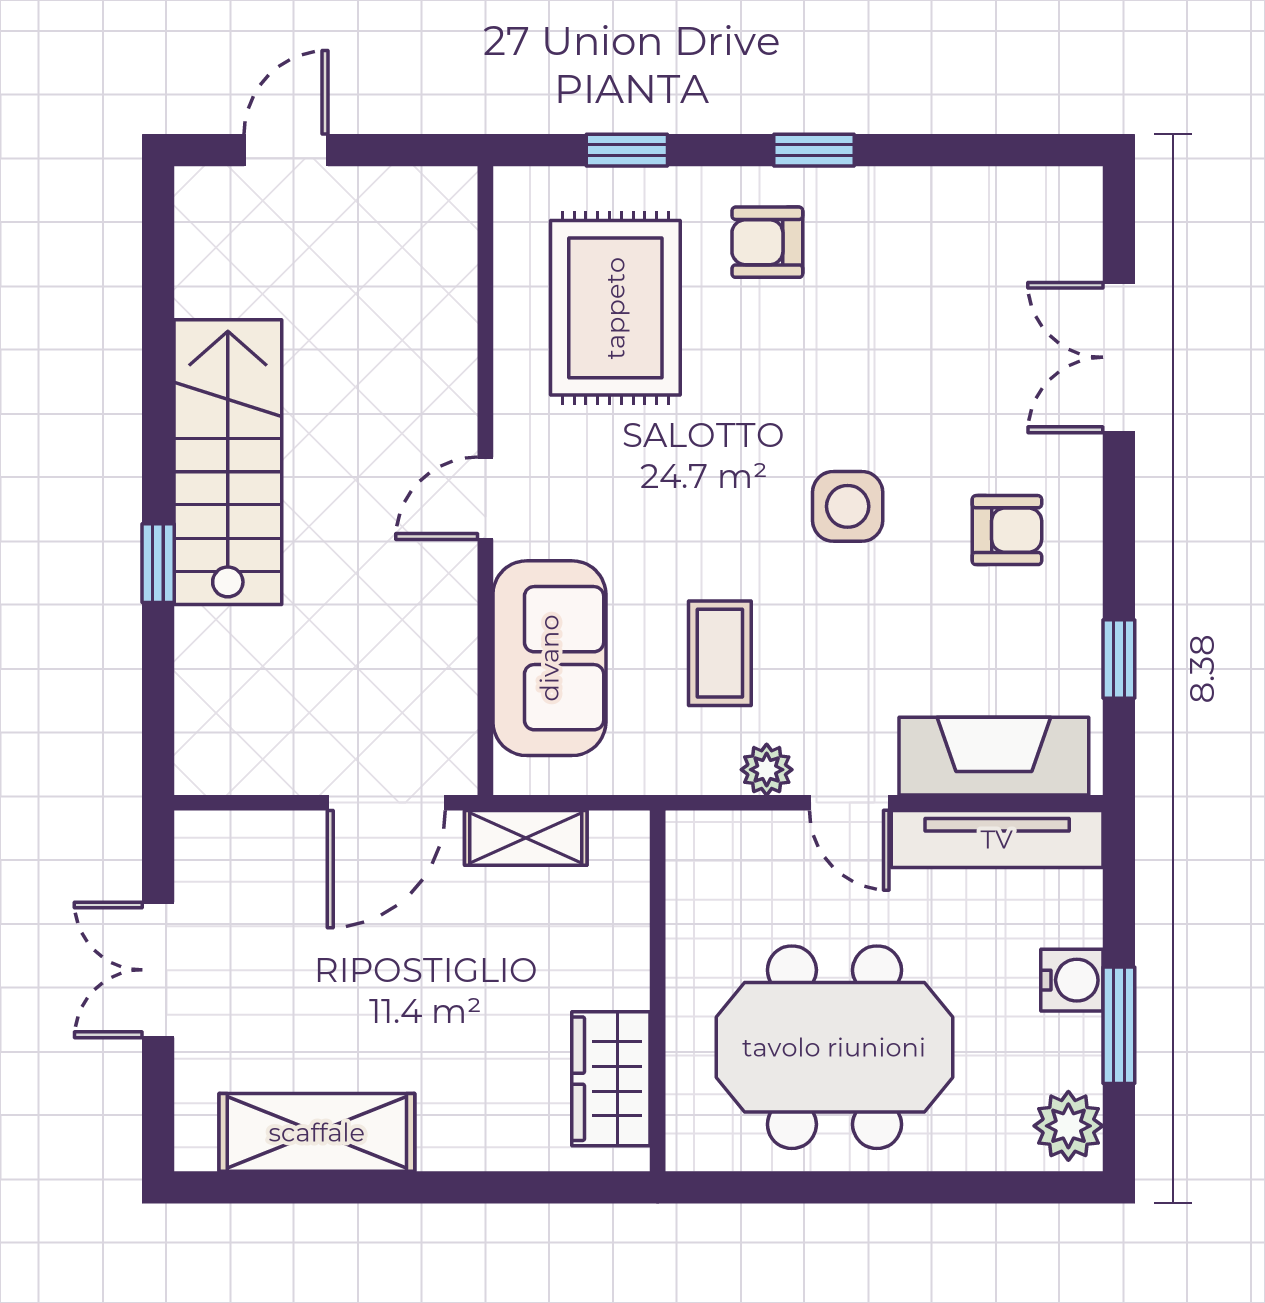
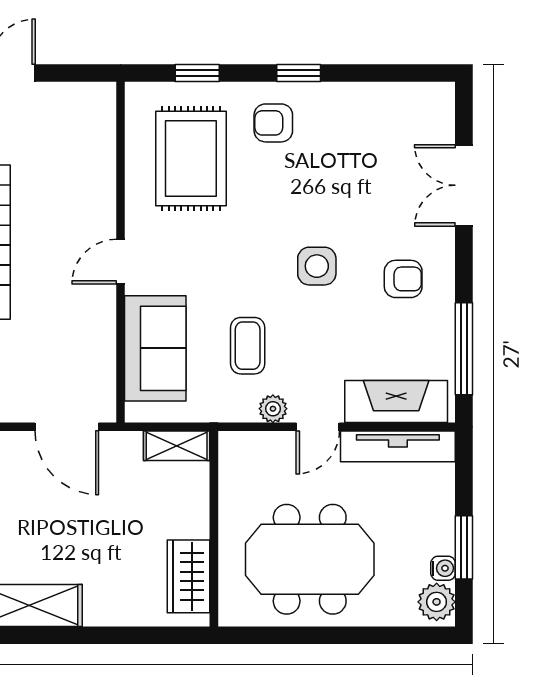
window: (1119, 659) -> (464, 349), width x2.17
door: (386, 803) -> (67, 427), hinge flipped
door: (849, 803) -> (318, 427), hinge flipped
shelving: (526, 838) -> (177, 446), moved
water cooler: (1072, 980) -> (443, 568), moved, width x0.72, depth x0.72

